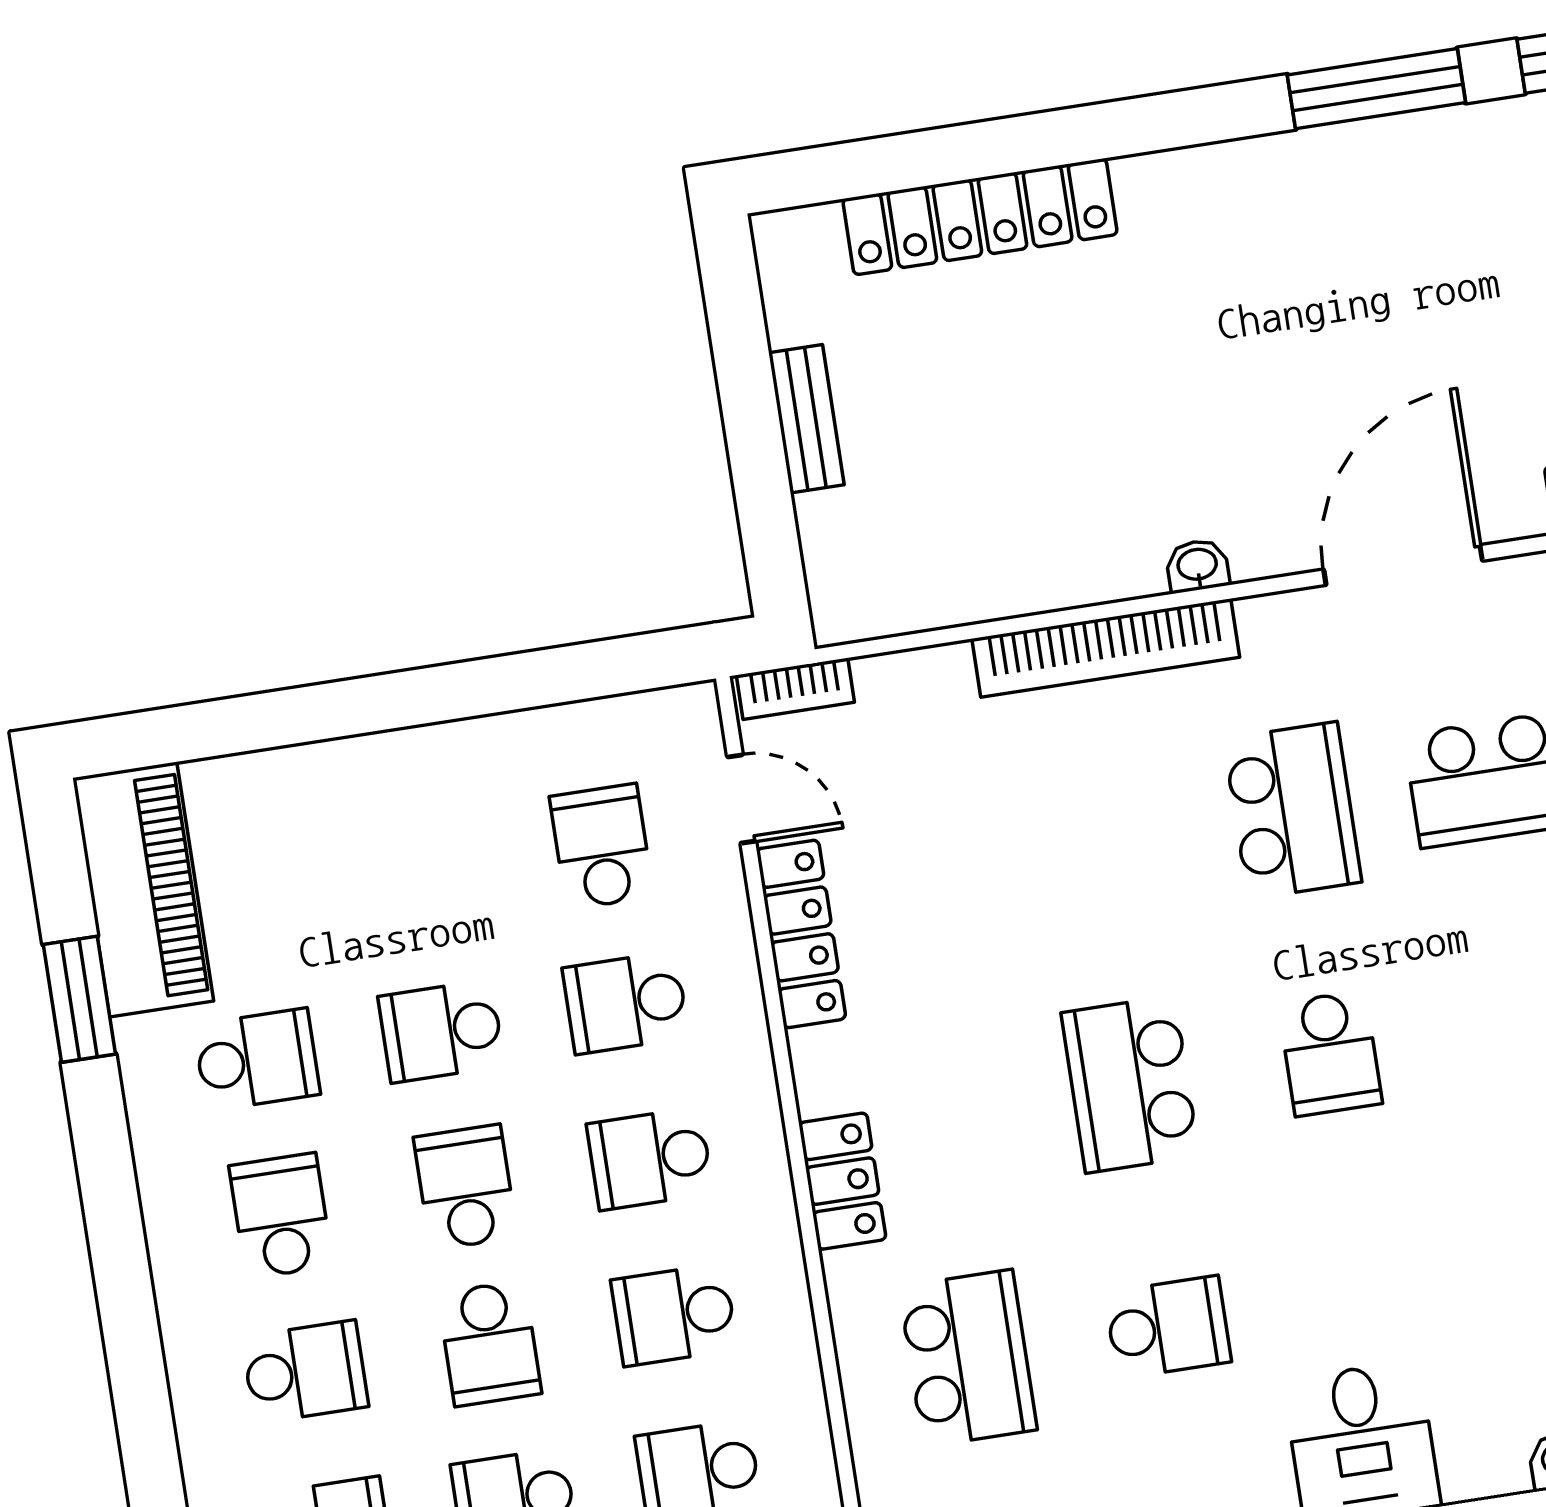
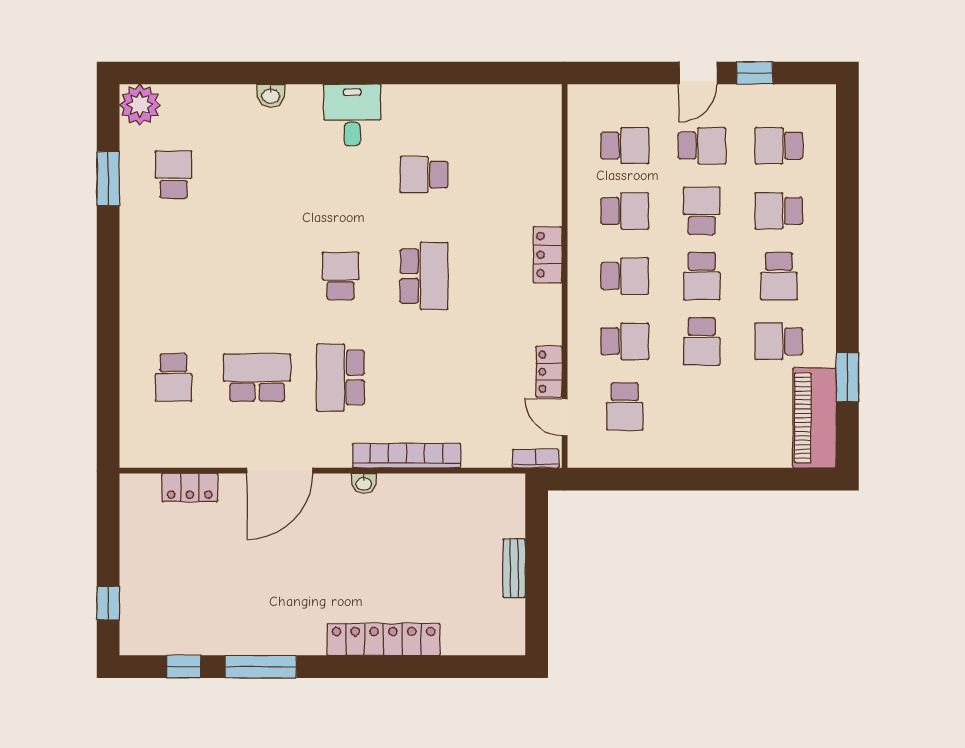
locker: (980, 217) -> (384, 640), moved
locker: (801, 934) -> (549, 372), width x0.66
school desk: (441, 1031) -> (702, 341), turned 90
school desk: (968, 1358) -> (508, 175), removed

